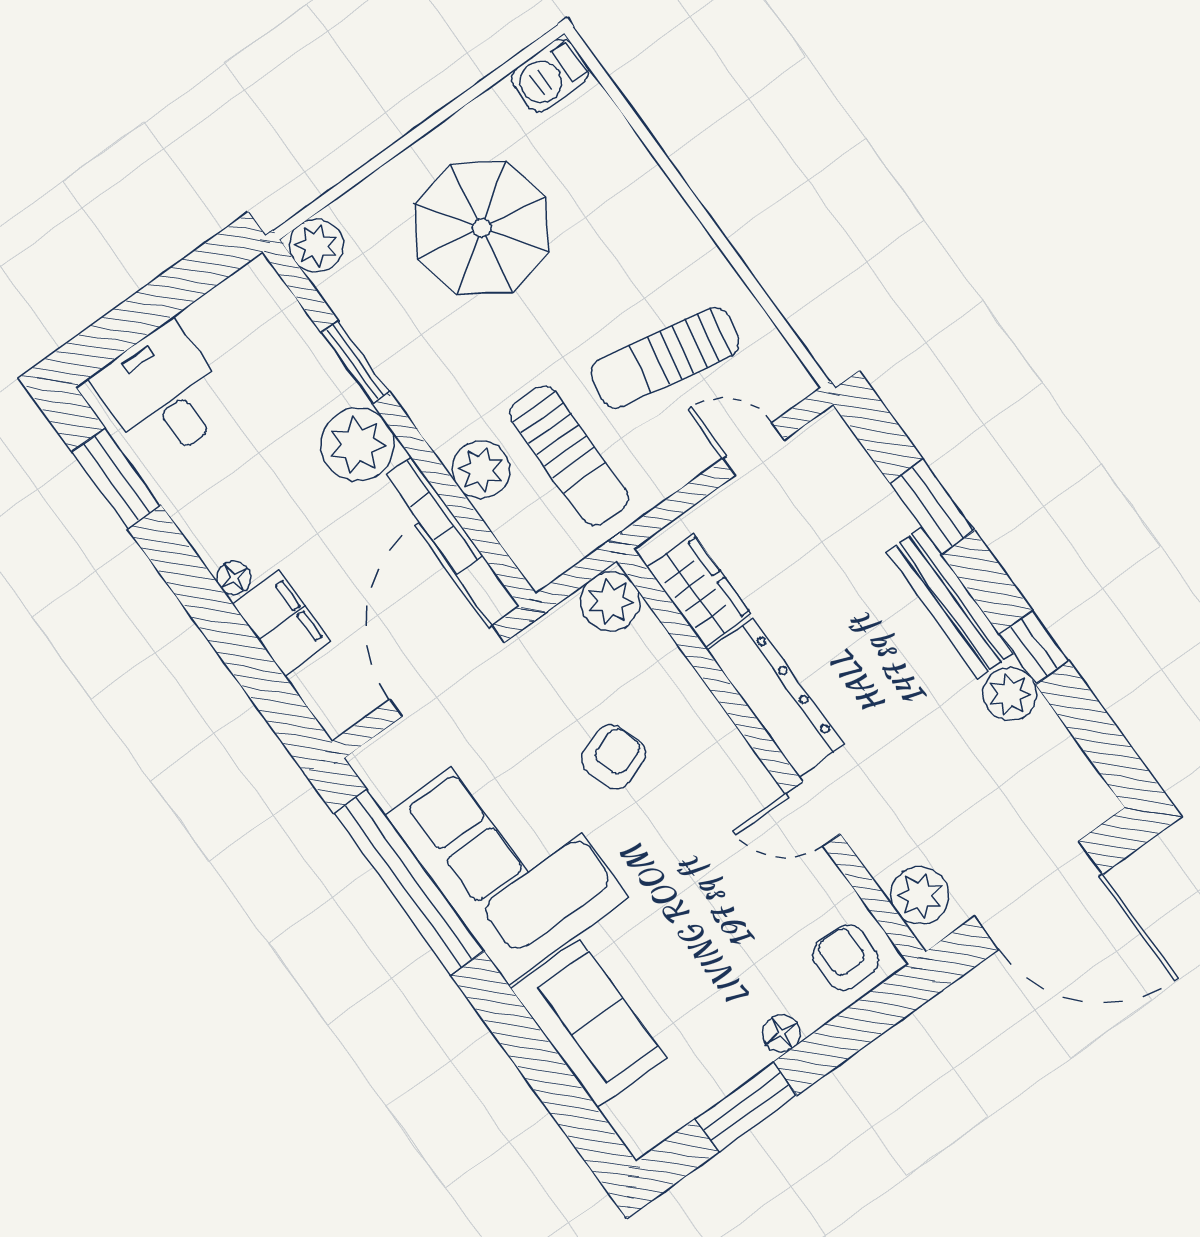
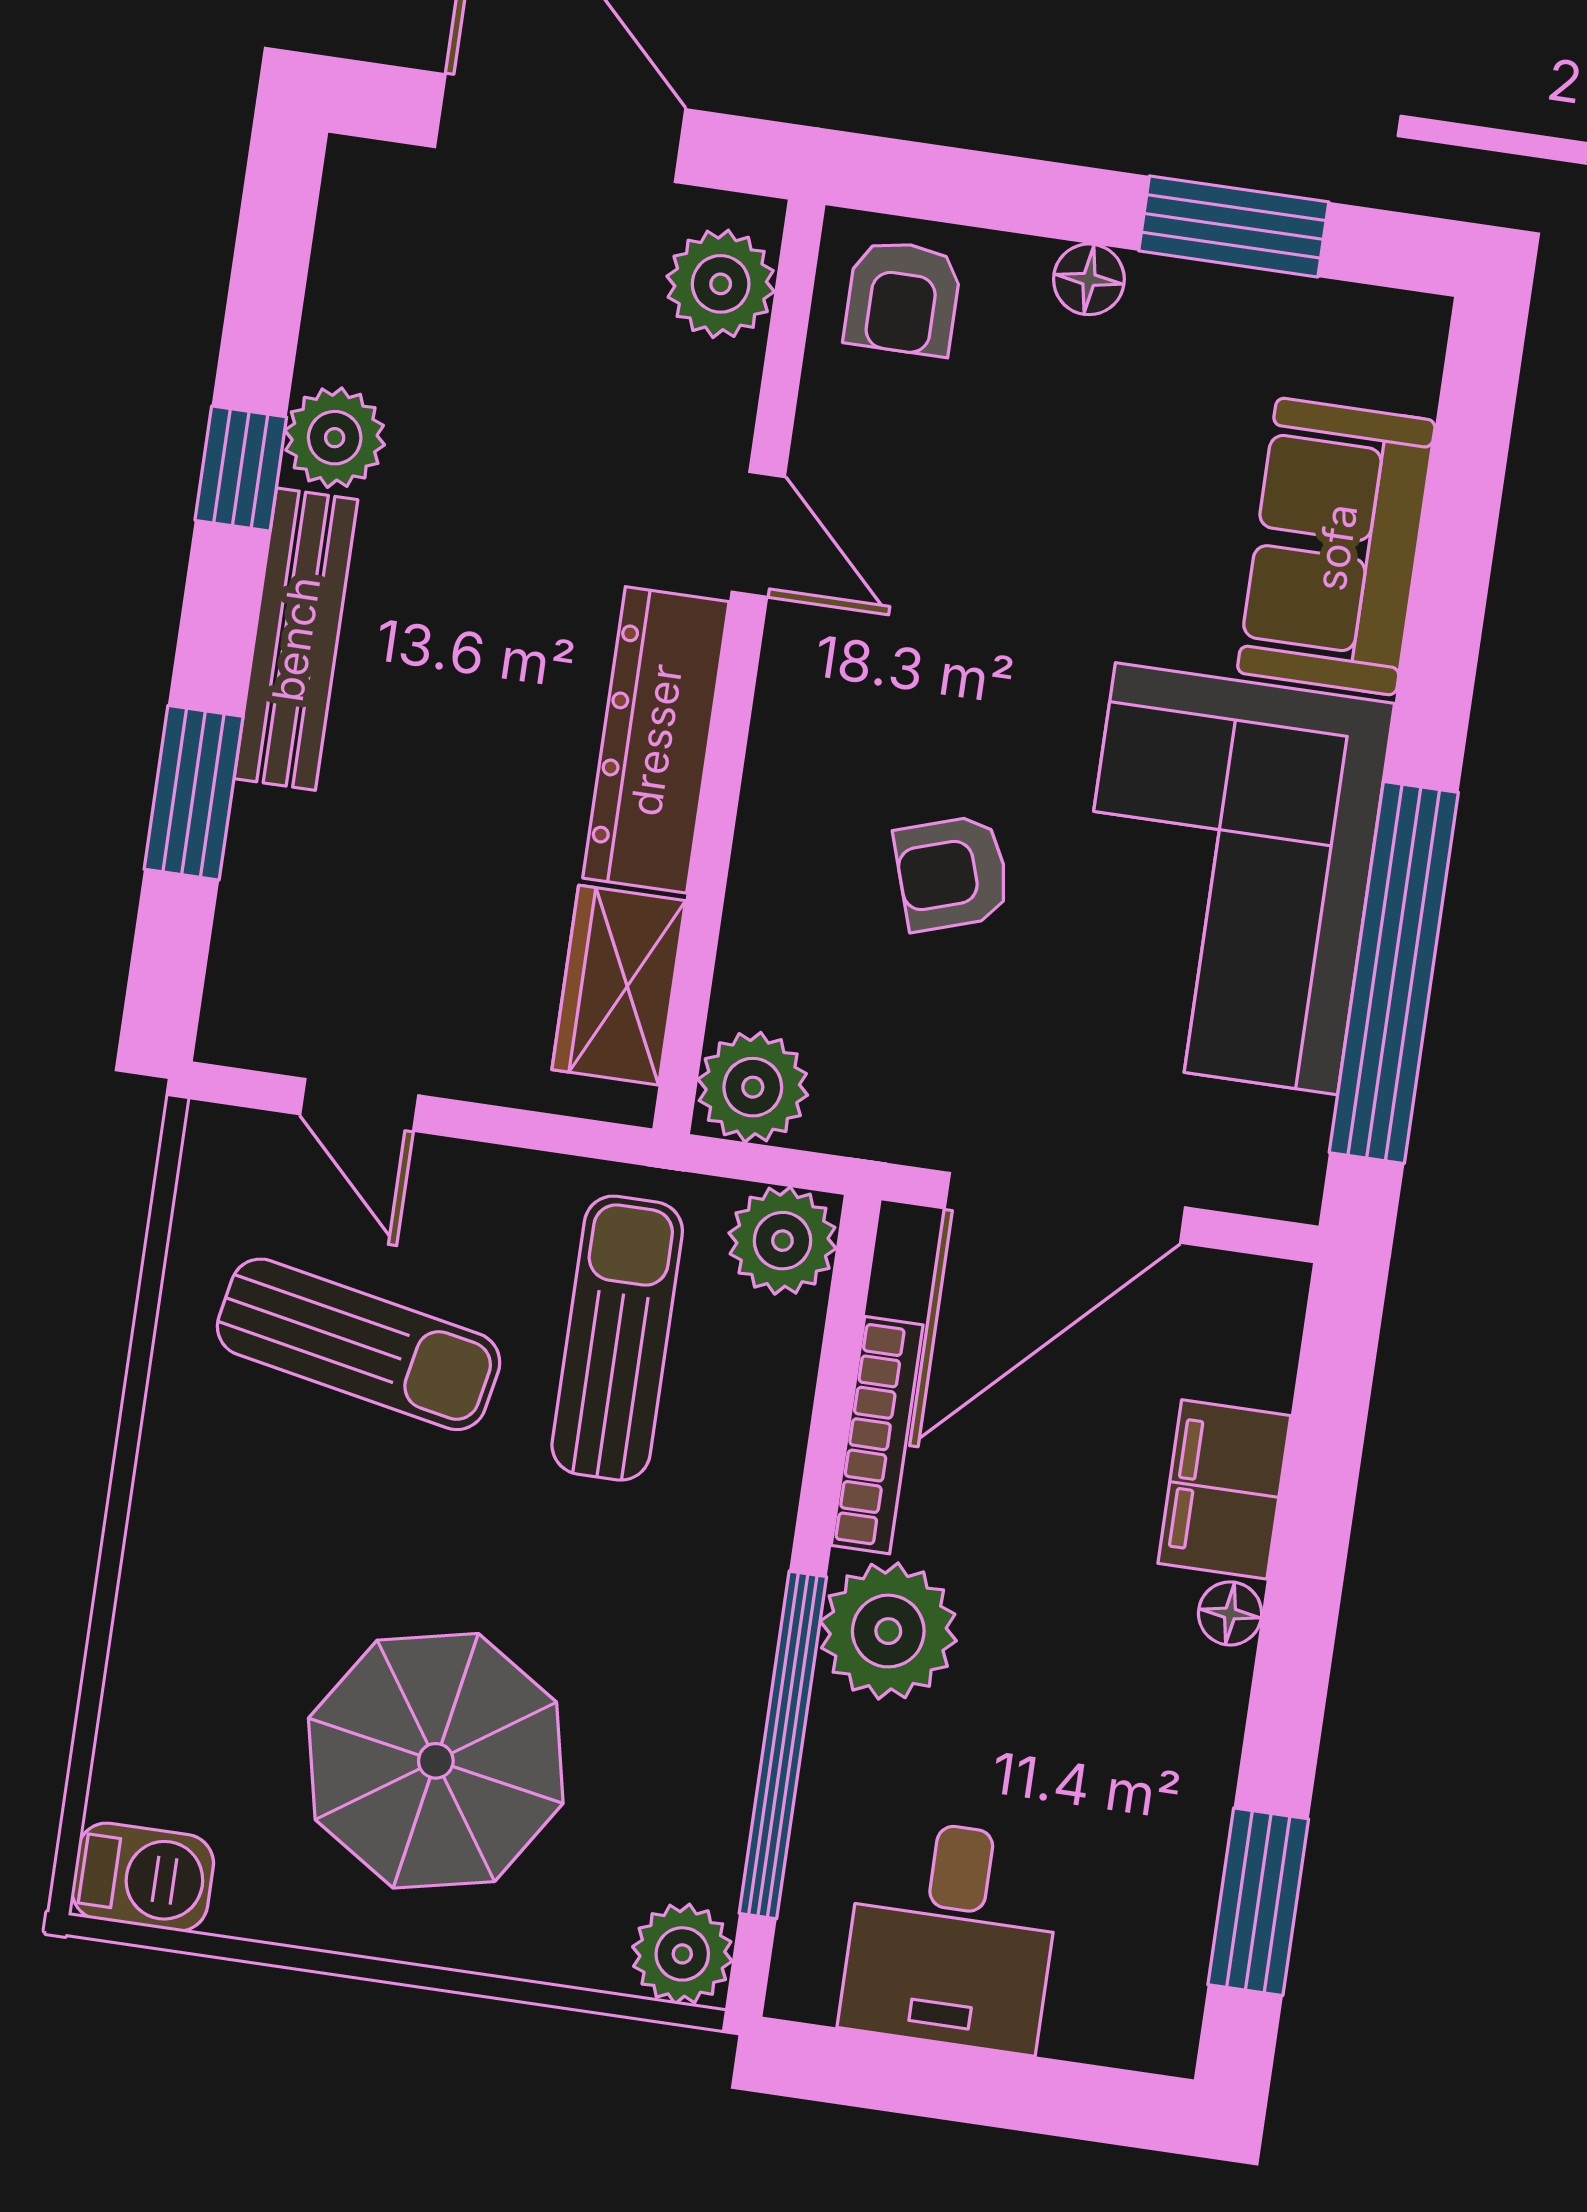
window: (355, 362) -> (783, 1745), width x2.11
desk: (164, 394) -> (952, 1935), moved
plant: (481, 469) -> (782, 1241), moved

